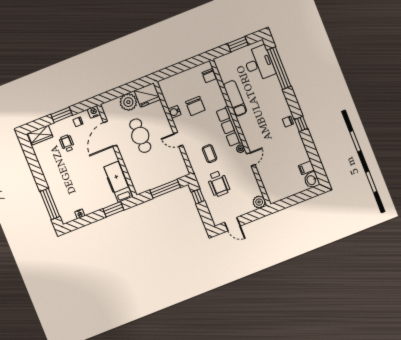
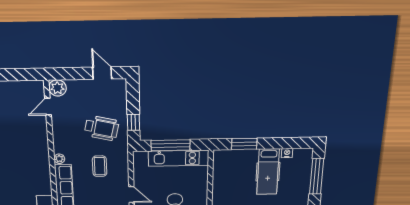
door: (251, 159) -> (48, 107), moved
kitchen unit: (155, 181) -> (179, 158), added
hospital bed: (118, 182) -> (268, 172), moved
wheelchair: (219, 184) -> (102, 128), turned 103

